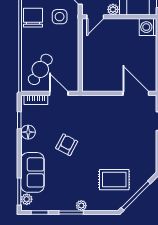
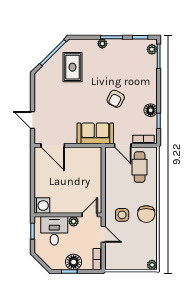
cafe table: (40, 69) -> (140, 167), turned -32
sofa: (33, 172) -> (95, 133), moved, turned 90
rug: (114, 180) -> (72, 67), turned 90

